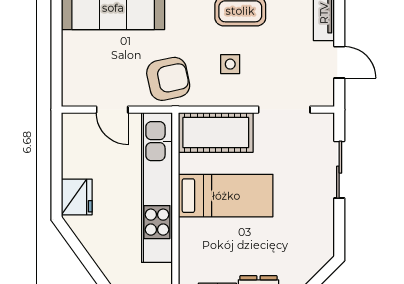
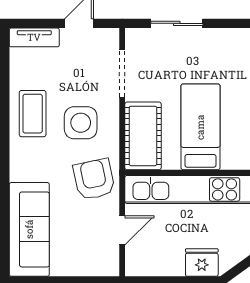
side table: (230, 64) -> (81, 123), width x1.87, depth x1.87

